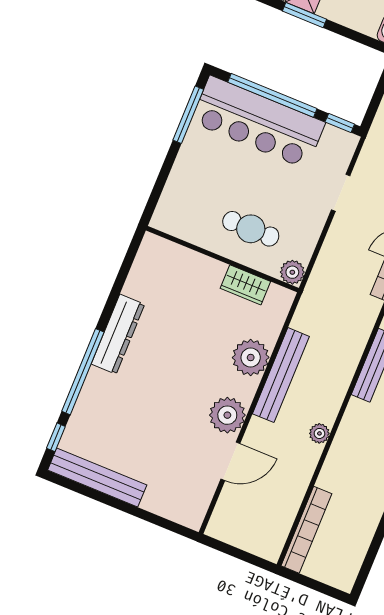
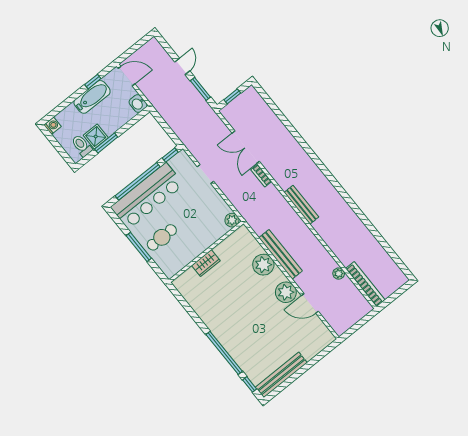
window: (188, 115) -> (139, 247), moved
cafe table: (251, 229) -> (162, 237), moved
wardrobe: (245, 285) -> (206, 263), moved
dresser: (118, 334) -> (215, 325), removed
plant: (319, 433) -> (339, 274), moved
door: (230, 461) -> (310, 303), swing flipped

